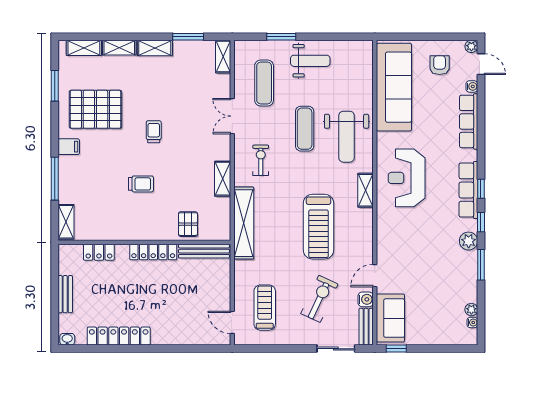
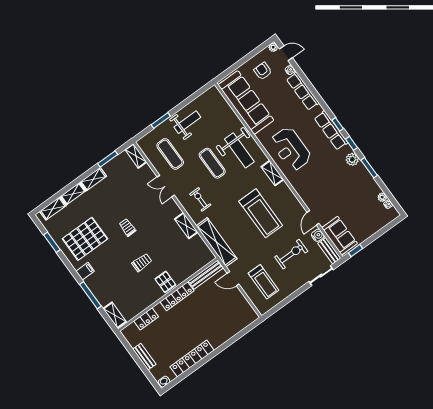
pallet: (188, 224) -> (165, 282), moved
exercise bike: (319, 299) -> (291, 254), turned 65
treadmill: (265, 308) -> (264, 282), turned 180
door: (232, 322) -> (233, 279), moved

